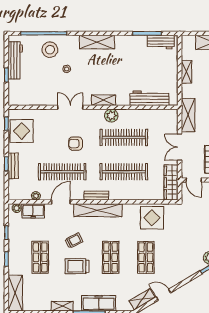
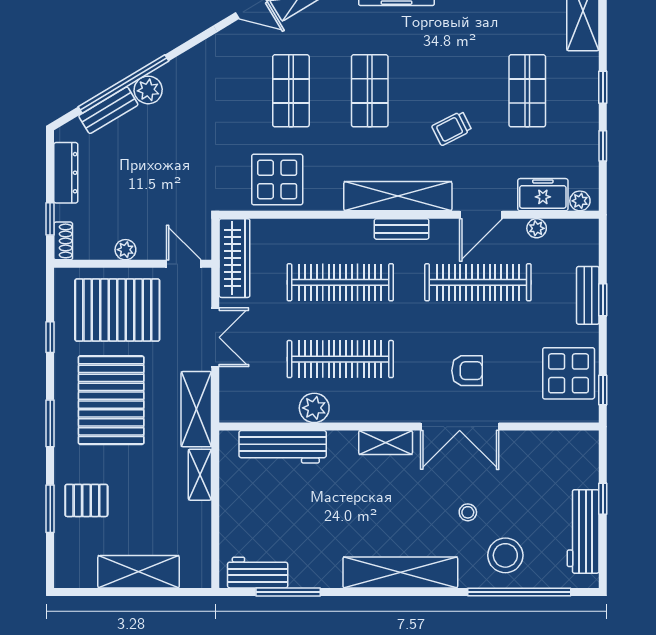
shelving: (97, 42) -> (400, 572), width x1.47
shelving: (186, 72) -> (200, 475), moved
double door: (70, 107) -> (460, 427), width x1.37
plant: (111, 116) -> (314, 408), moved
armchair: (76, 144) -> (467, 371), moved
trolley: (77, 266) -> (445, 71), removed

